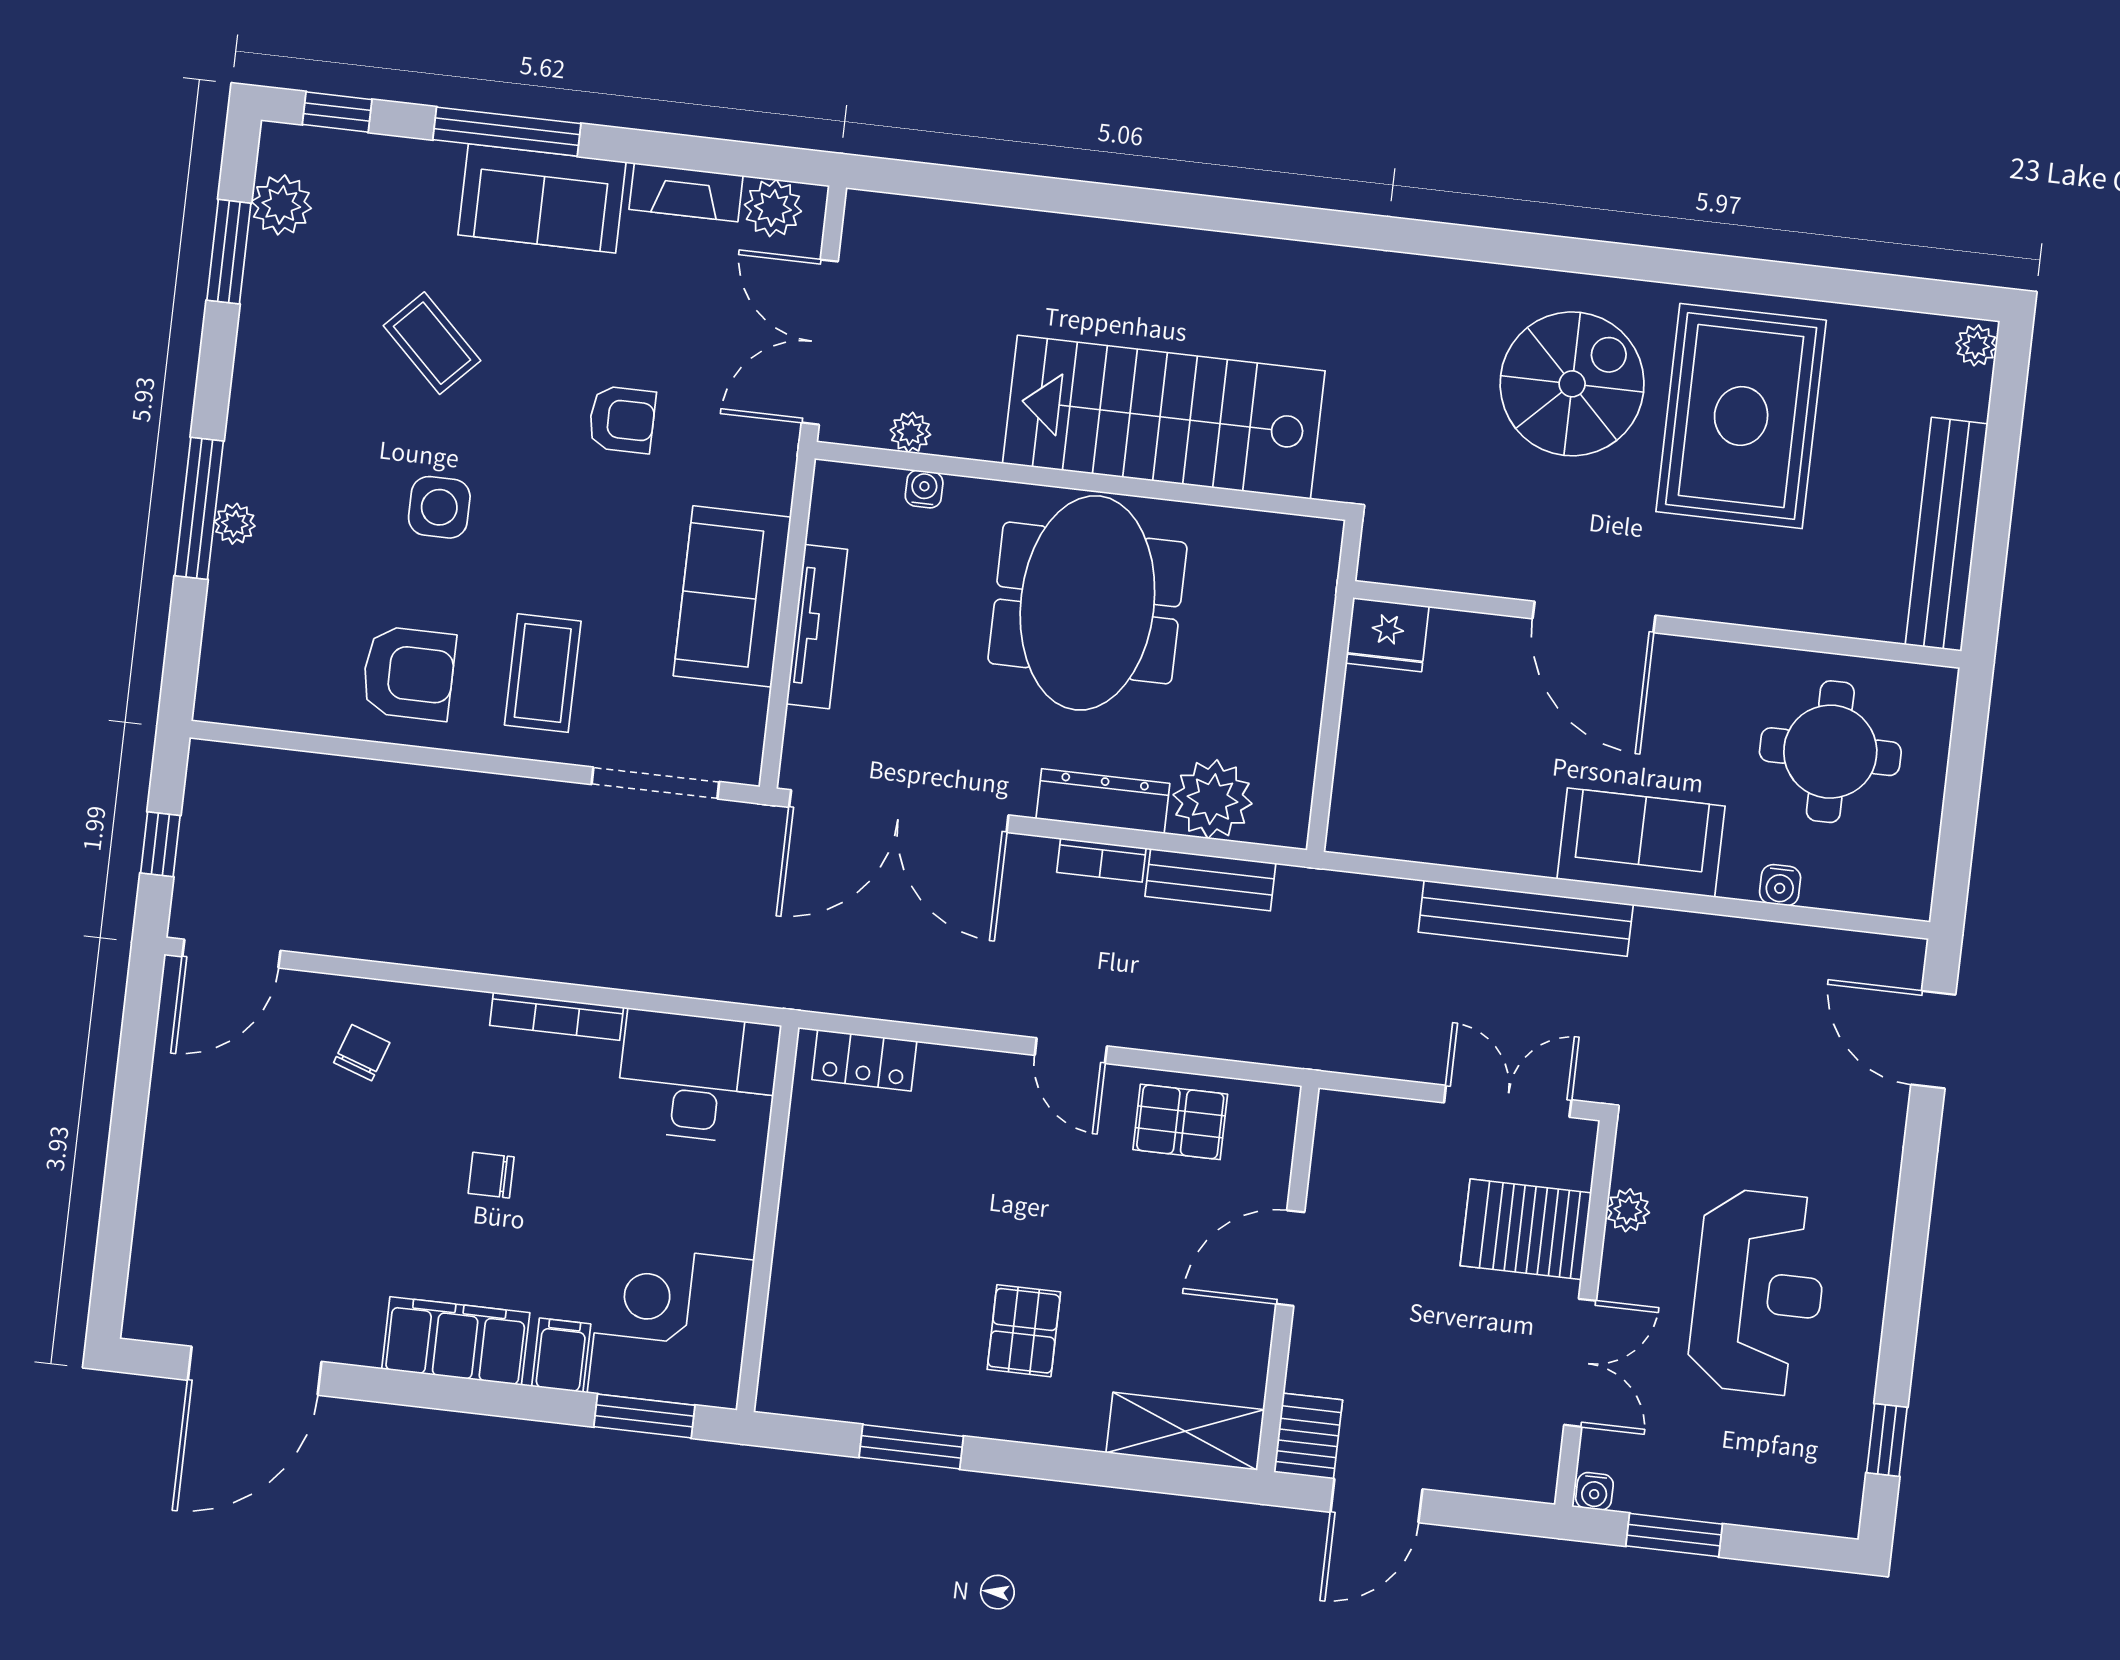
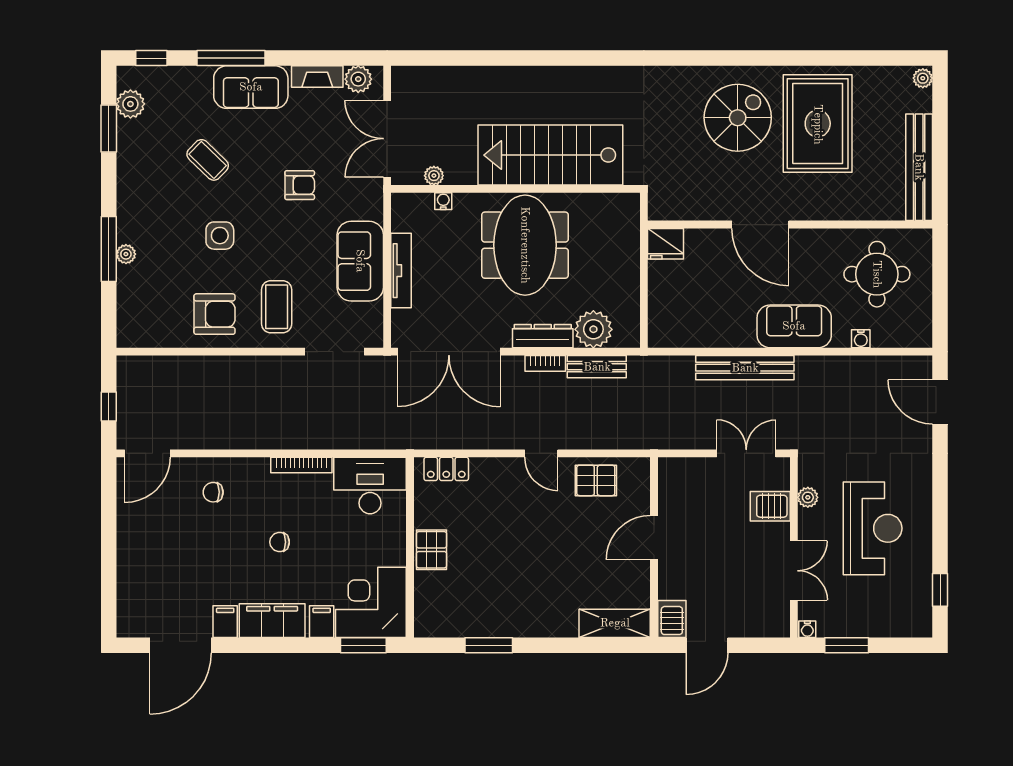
chair: (362, 1053) -> (213, 492), turned -109
server rack: (1526, 1229) -> (770, 506), width x0.73, depth x0.70
filing cabinet: (356, 1331) -> (225, 622), added
pallet: (1024, 1331) -> (432, 550), moved

